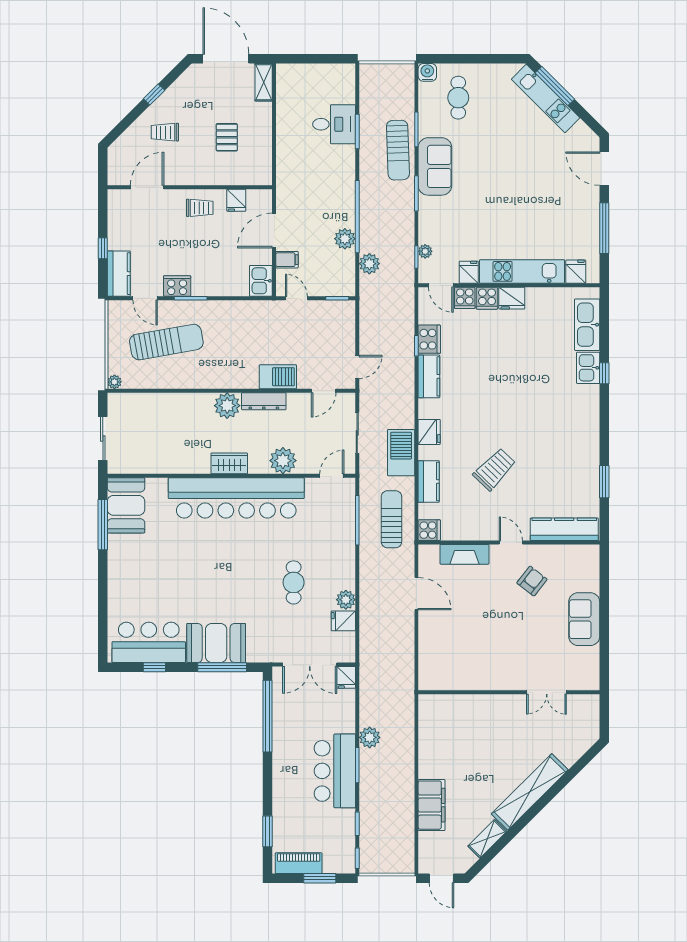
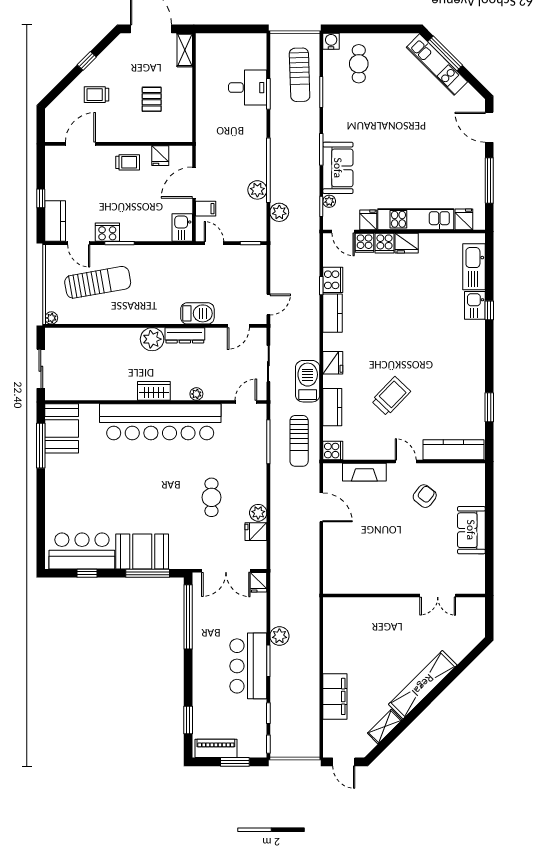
sun lounger: (398, 150) -> (300, 75), moved
sofa: (435, 166) -> (338, 168), moved
plant: (283, 461) -> (196, 394), width x0.53, depth x0.53
sun lounger: (391, 519) -> (299, 441), turned 180

